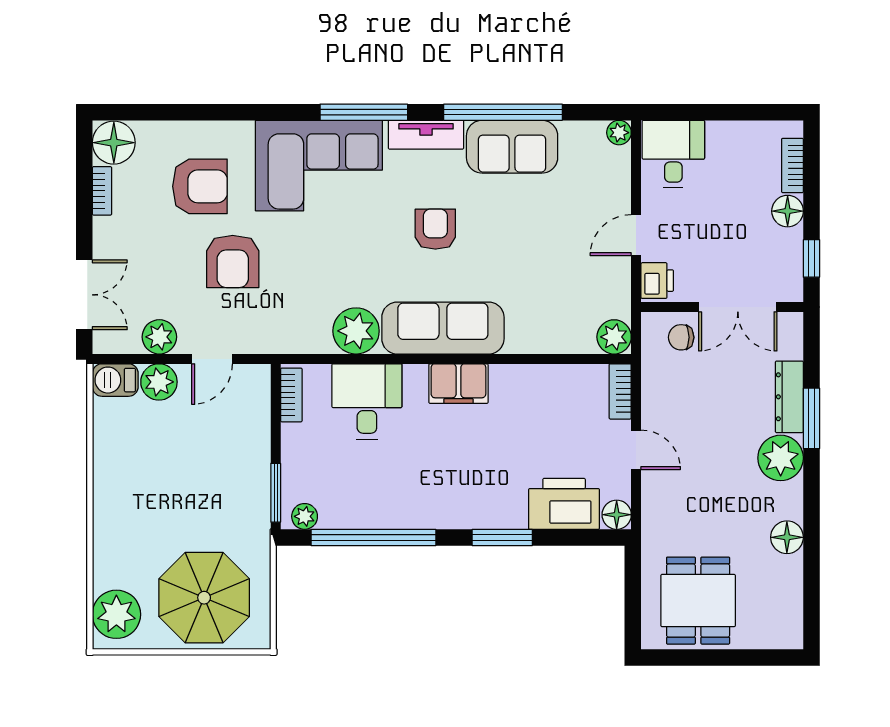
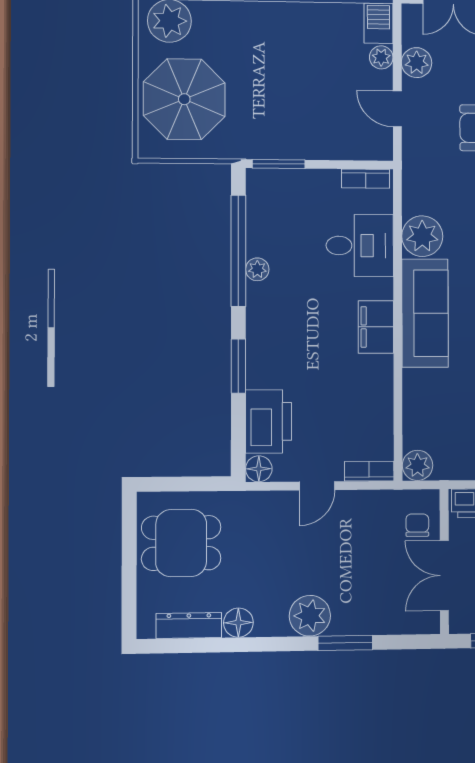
plant: (159, 382) -> (381, 57), width x0.73, depth x0.73
dresser: (789, 397) -> (189, 625), moved
plant: (305, 516) -> (257, 269), moved

